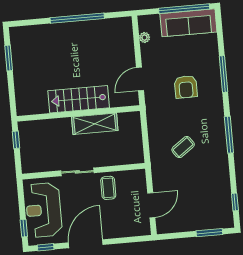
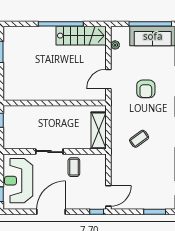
stairs: (79, 99) -> (81, 36), moved, turned 180
shelving: (95, 124) -> (99, 130), moved, turned 90
door: (151, 205) -> (108, 196), moved
window: (46, 247) -> (97, 212), moved

